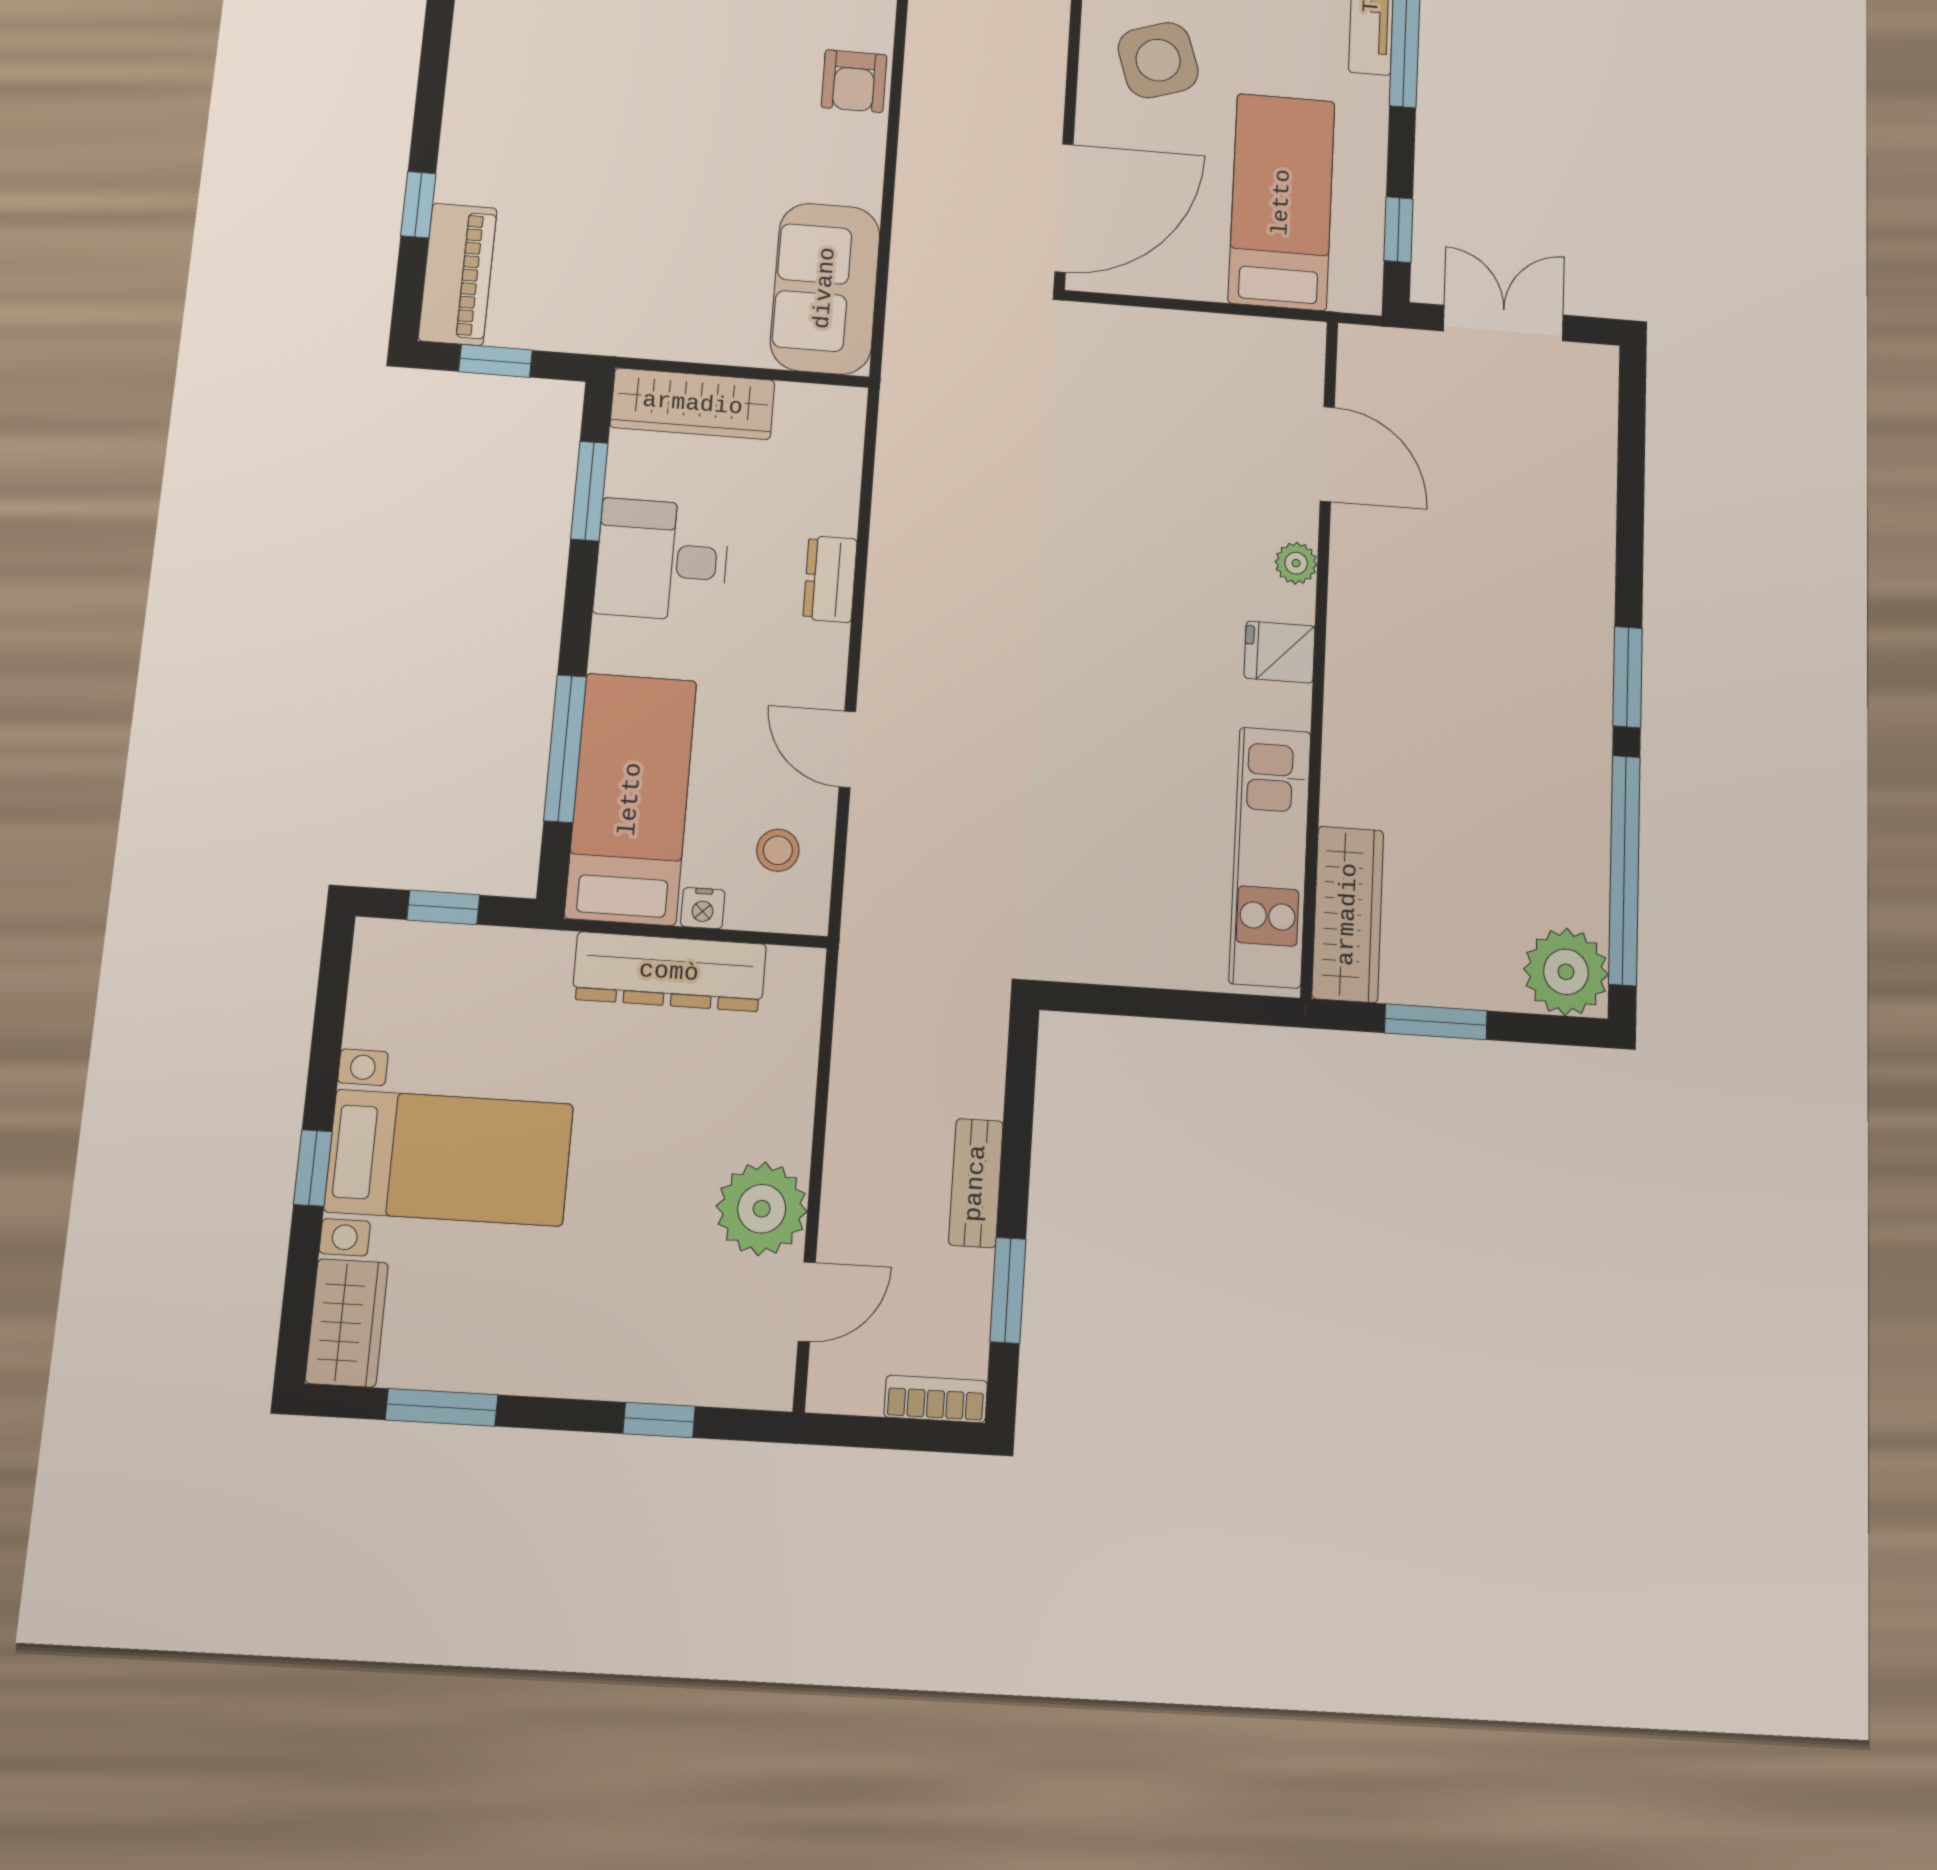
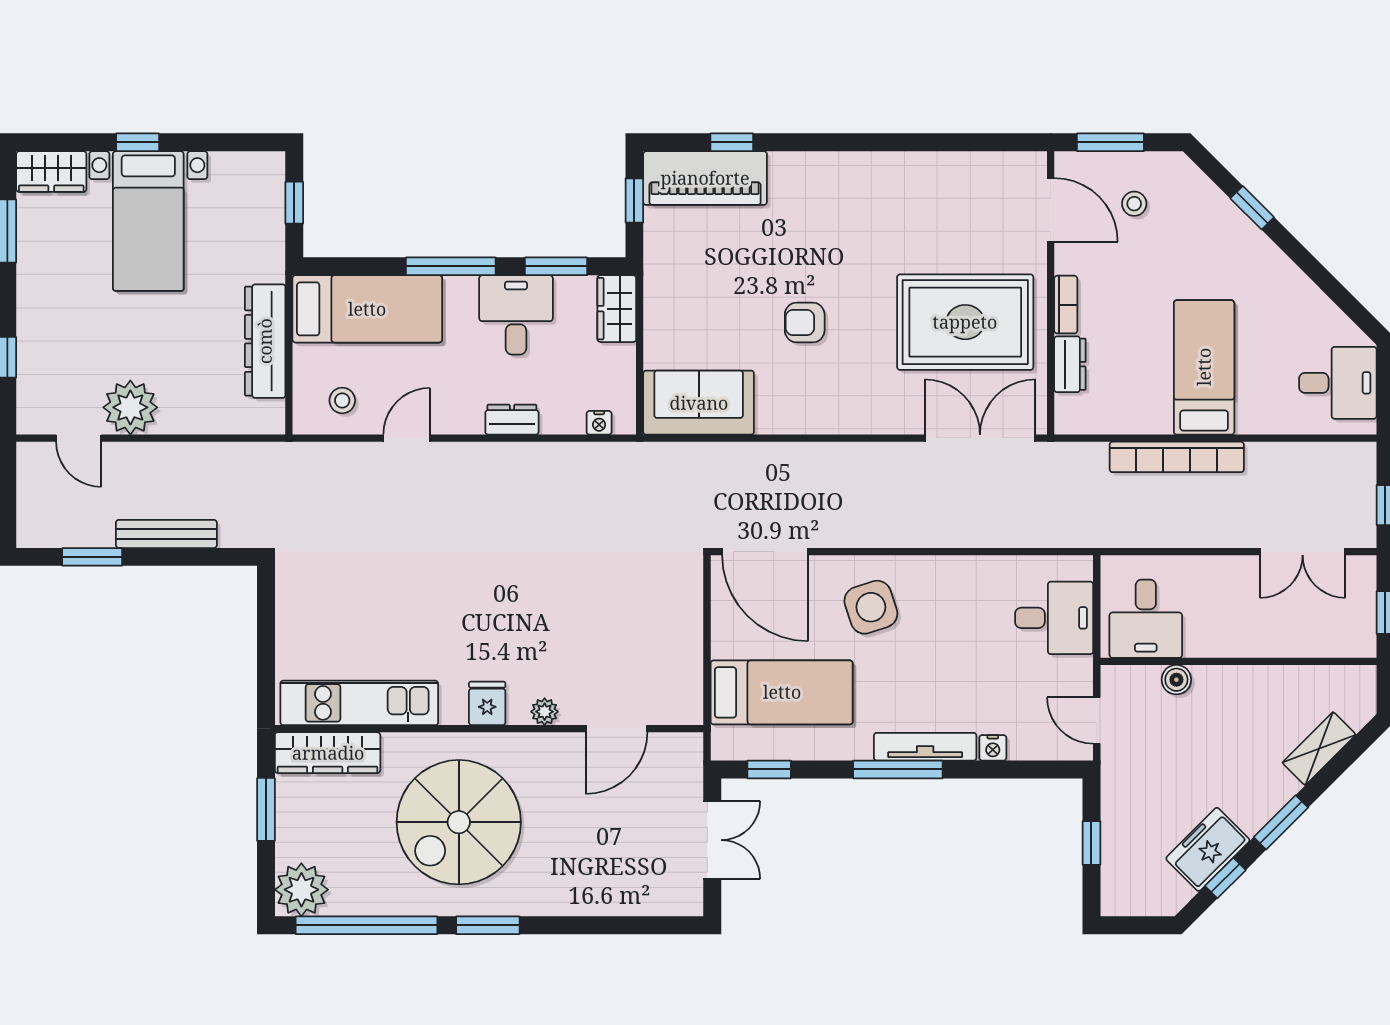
armchair: (854, 81) -> (805, 323), moved
piano: (458, 274) -> (705, 178), width x1.37, depth x1.33
wardrobe: (693, 404) -> (617, 309), width x0.67
spiral stairs: (1465, 711) -> (459, 822), added
window: (565, 748) -> (451, 266), moved
nightstand: (703, 908) -> (599, 423), moved, turned -90
bench: (976, 1183) -> (166, 534), width x1.36
bookcase: (936, 1399) -> (28, 518), removed

